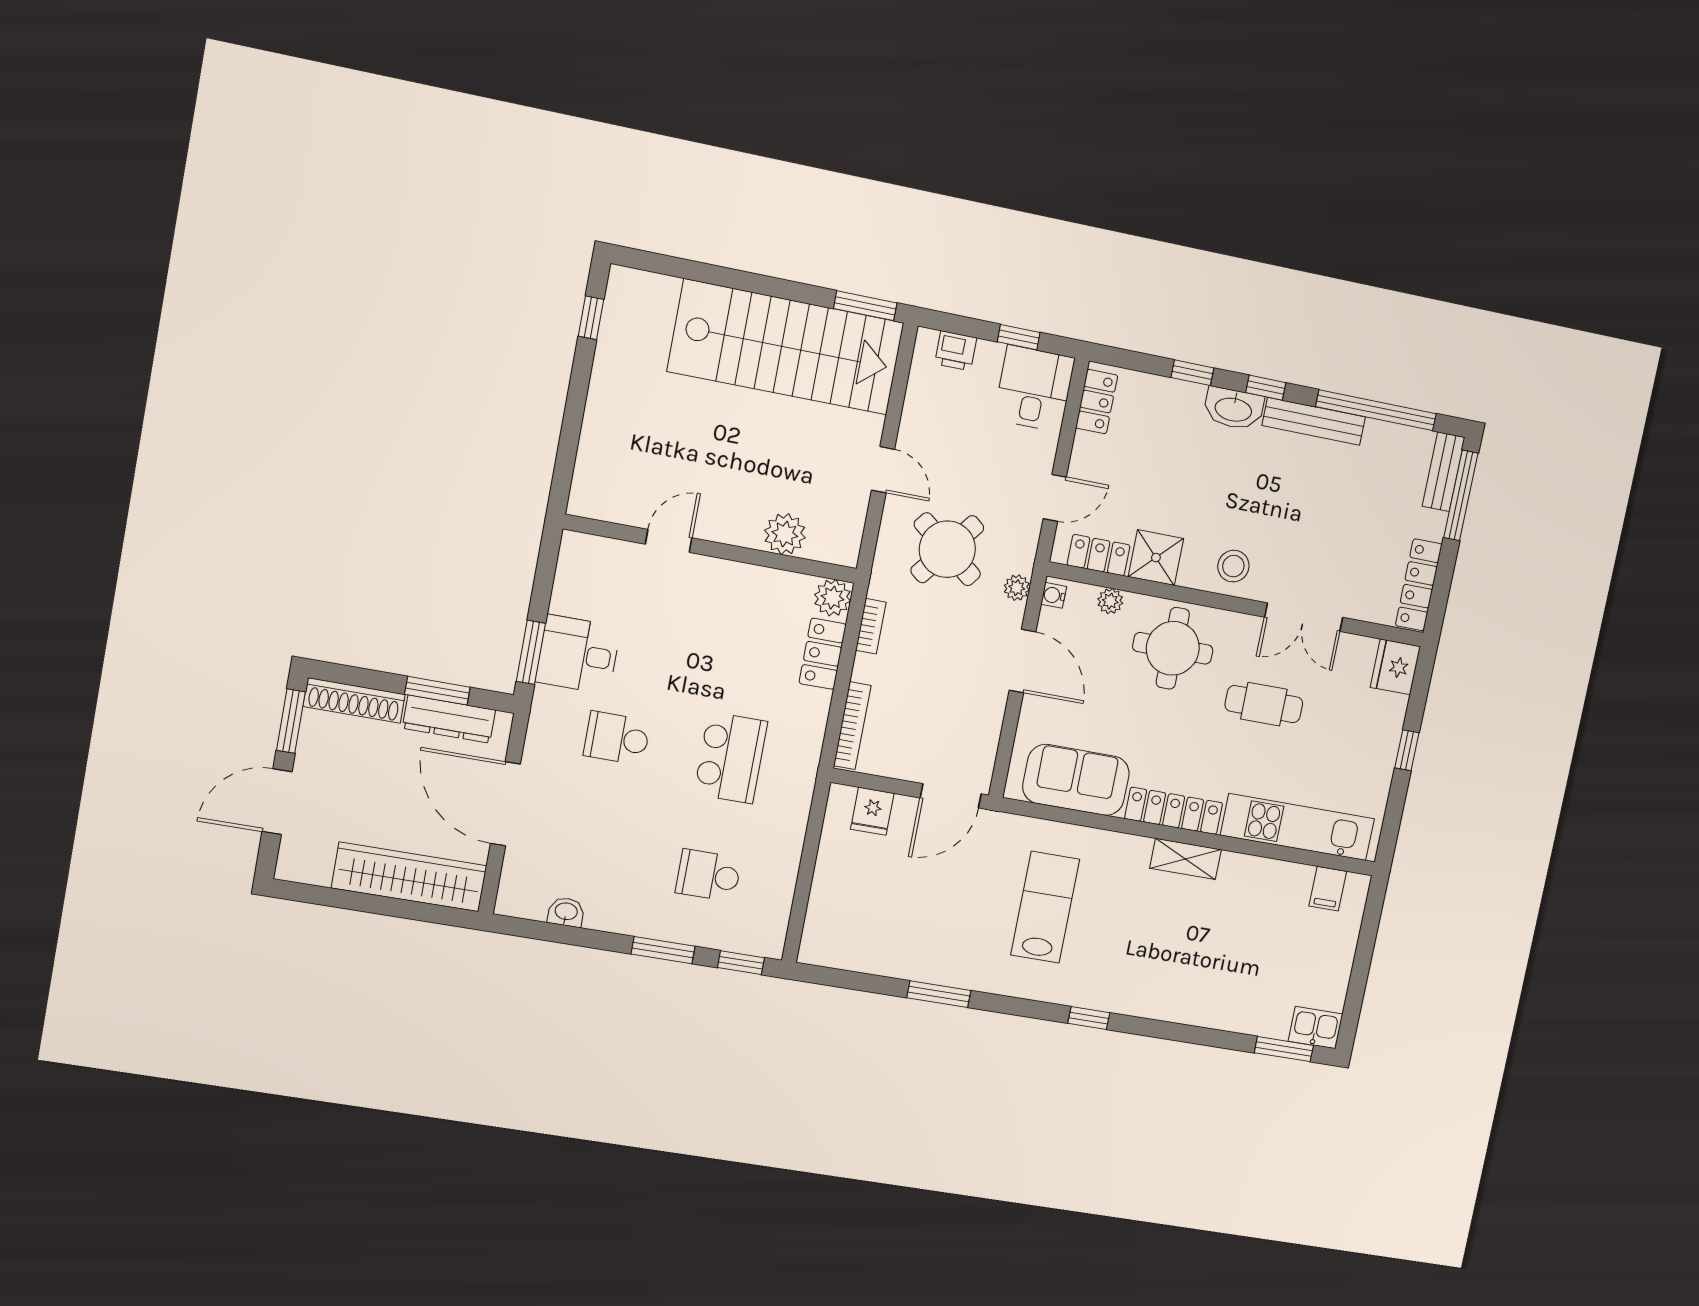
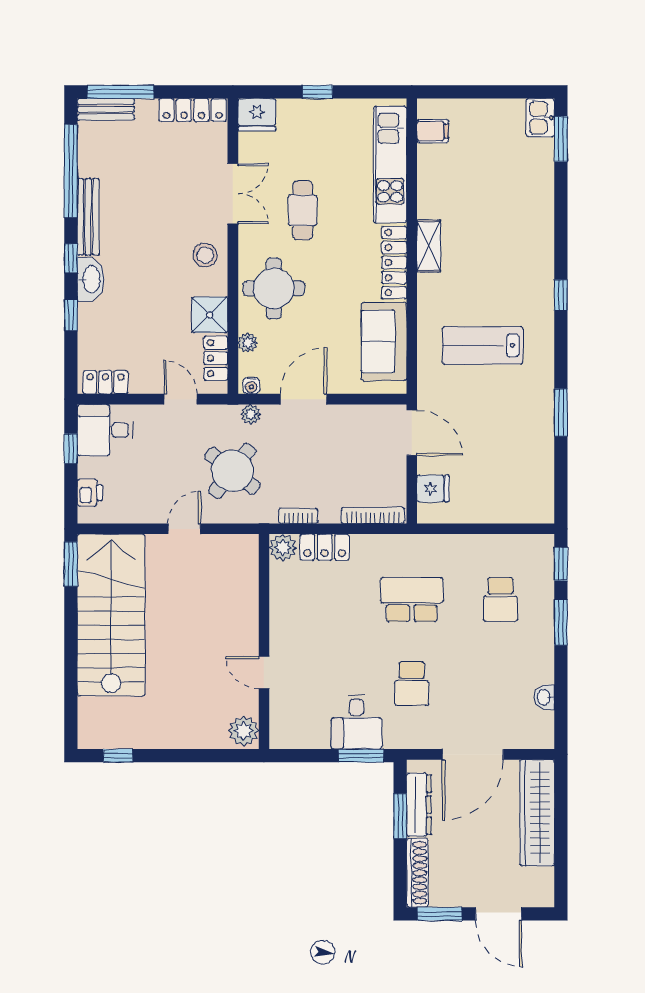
plant: (785, 534) -> (244, 731), moved

